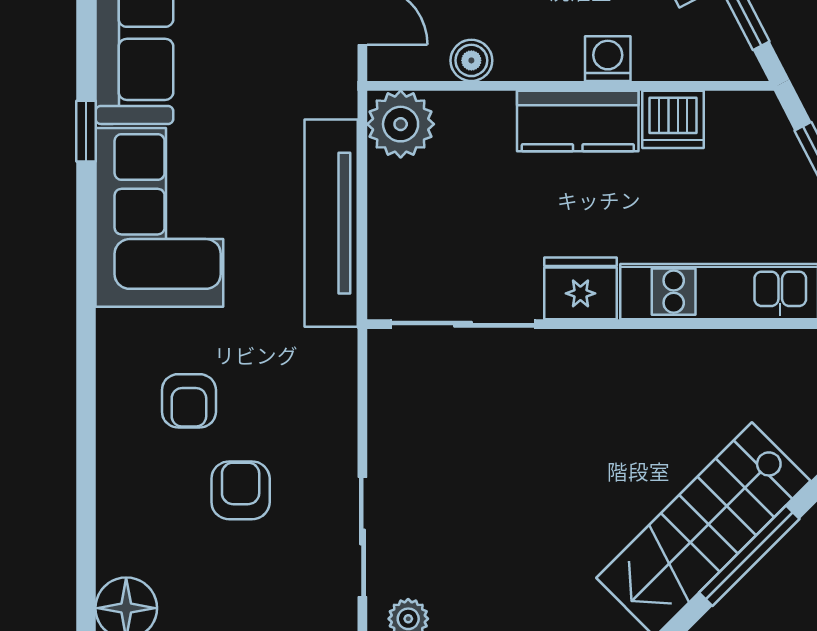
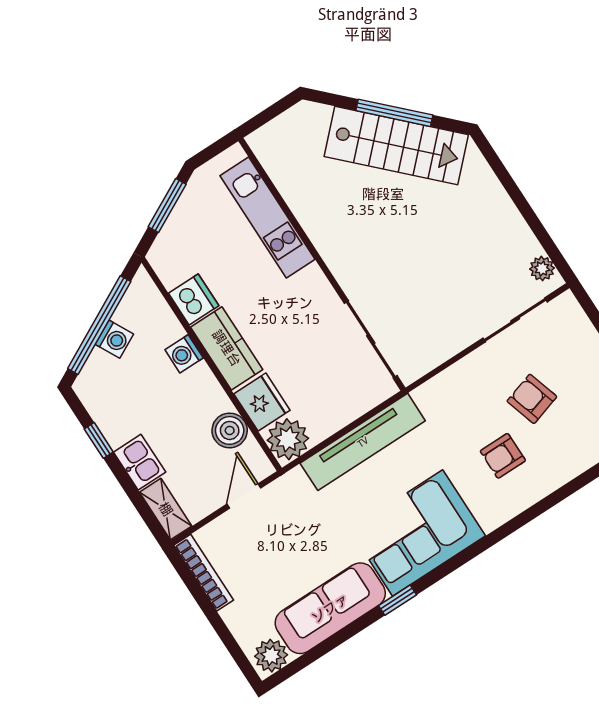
boiler: (471, 60) -> (230, 430), width x1.36, depth x1.36
fridge: (580, 288) -> (262, 402), moved, turned 180
armchair: (189, 401) -> (503, 456), turned 180
armchair: (241, 490) -> (532, 399), turned 73

